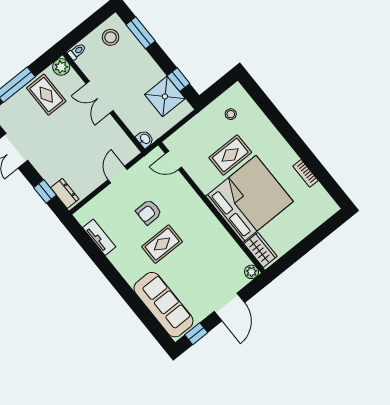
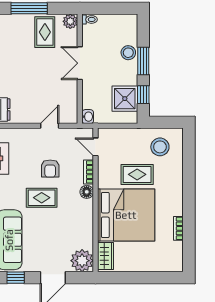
window: (141, 33) -> (143, 61), moved
stool: (111, 37) -> (128, 53), moved
stool: (231, 114) -> (160, 147), width x1.89, depth x1.89
bookcase: (185, 188) -> (89, 172), added
floor lamp: (198, 207) -> (87, 192), added
armchair: (149, 212) -> (50, 169), turned -90
plant: (252, 272) -> (82, 261), width x1.87, depth x1.87

